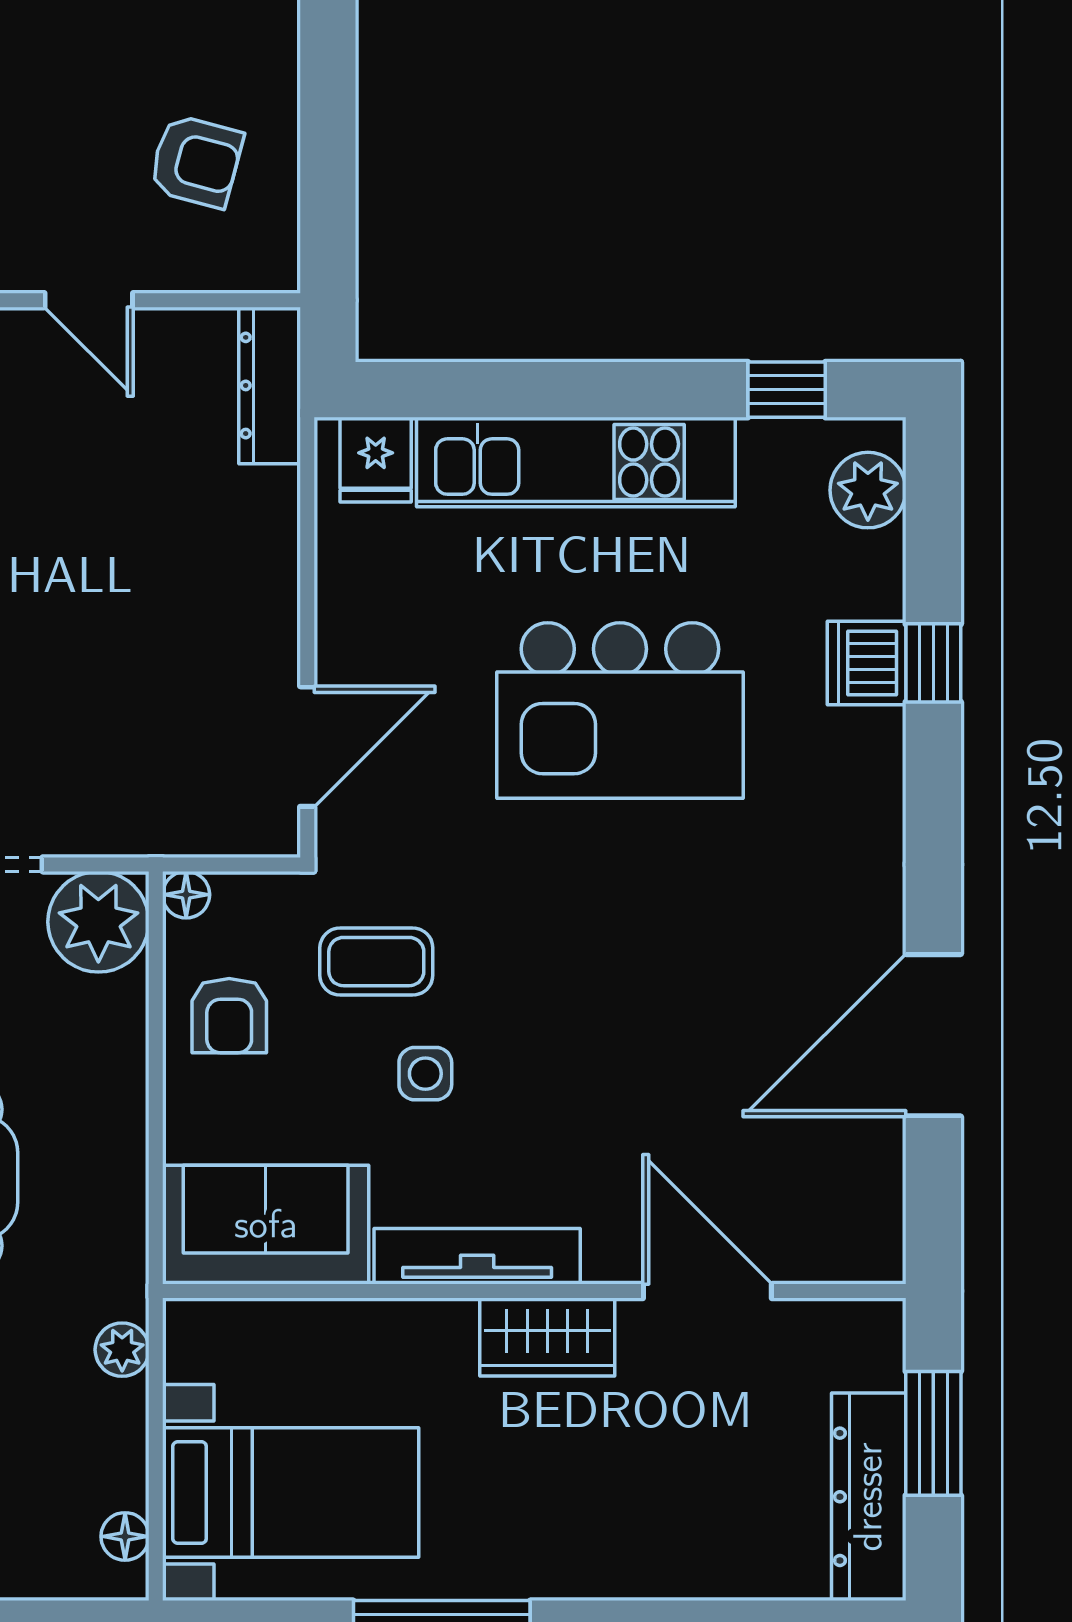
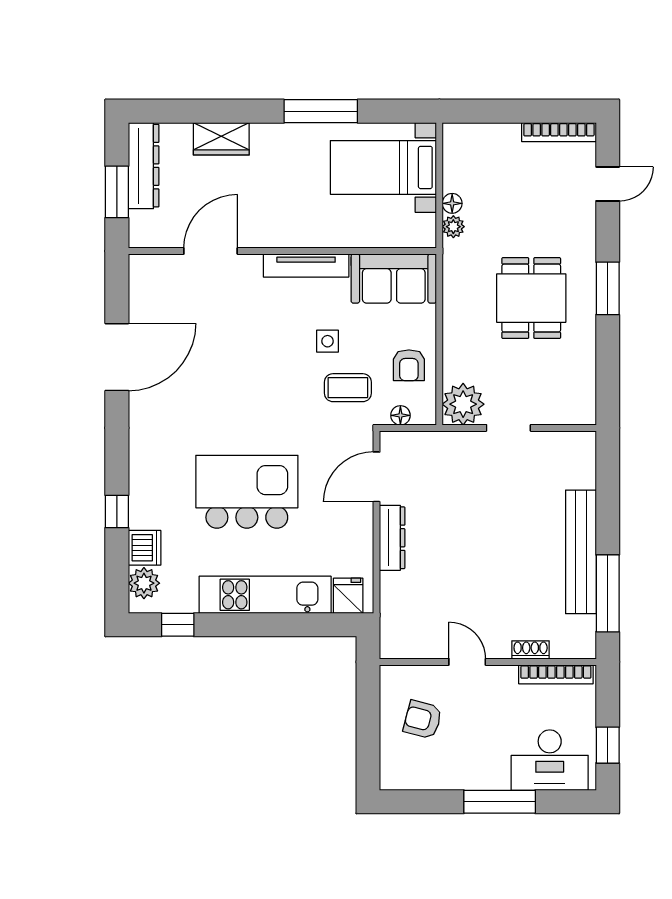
dresser: (270, 385) -> (392, 538), moved
dishwasher: (867, 663) -> (145, 548), moved
floor lamp: (186, 895) -> (400, 415), moved
armchair: (229, 1016) -> (409, 365), turned 180
door: (707, 1291) -> (211, 251), swing flipped
wardrobe: (547, 1337) -> (221, 139), moved, turned 180
floor lamp: (125, 1536) -> (452, 203), moved

